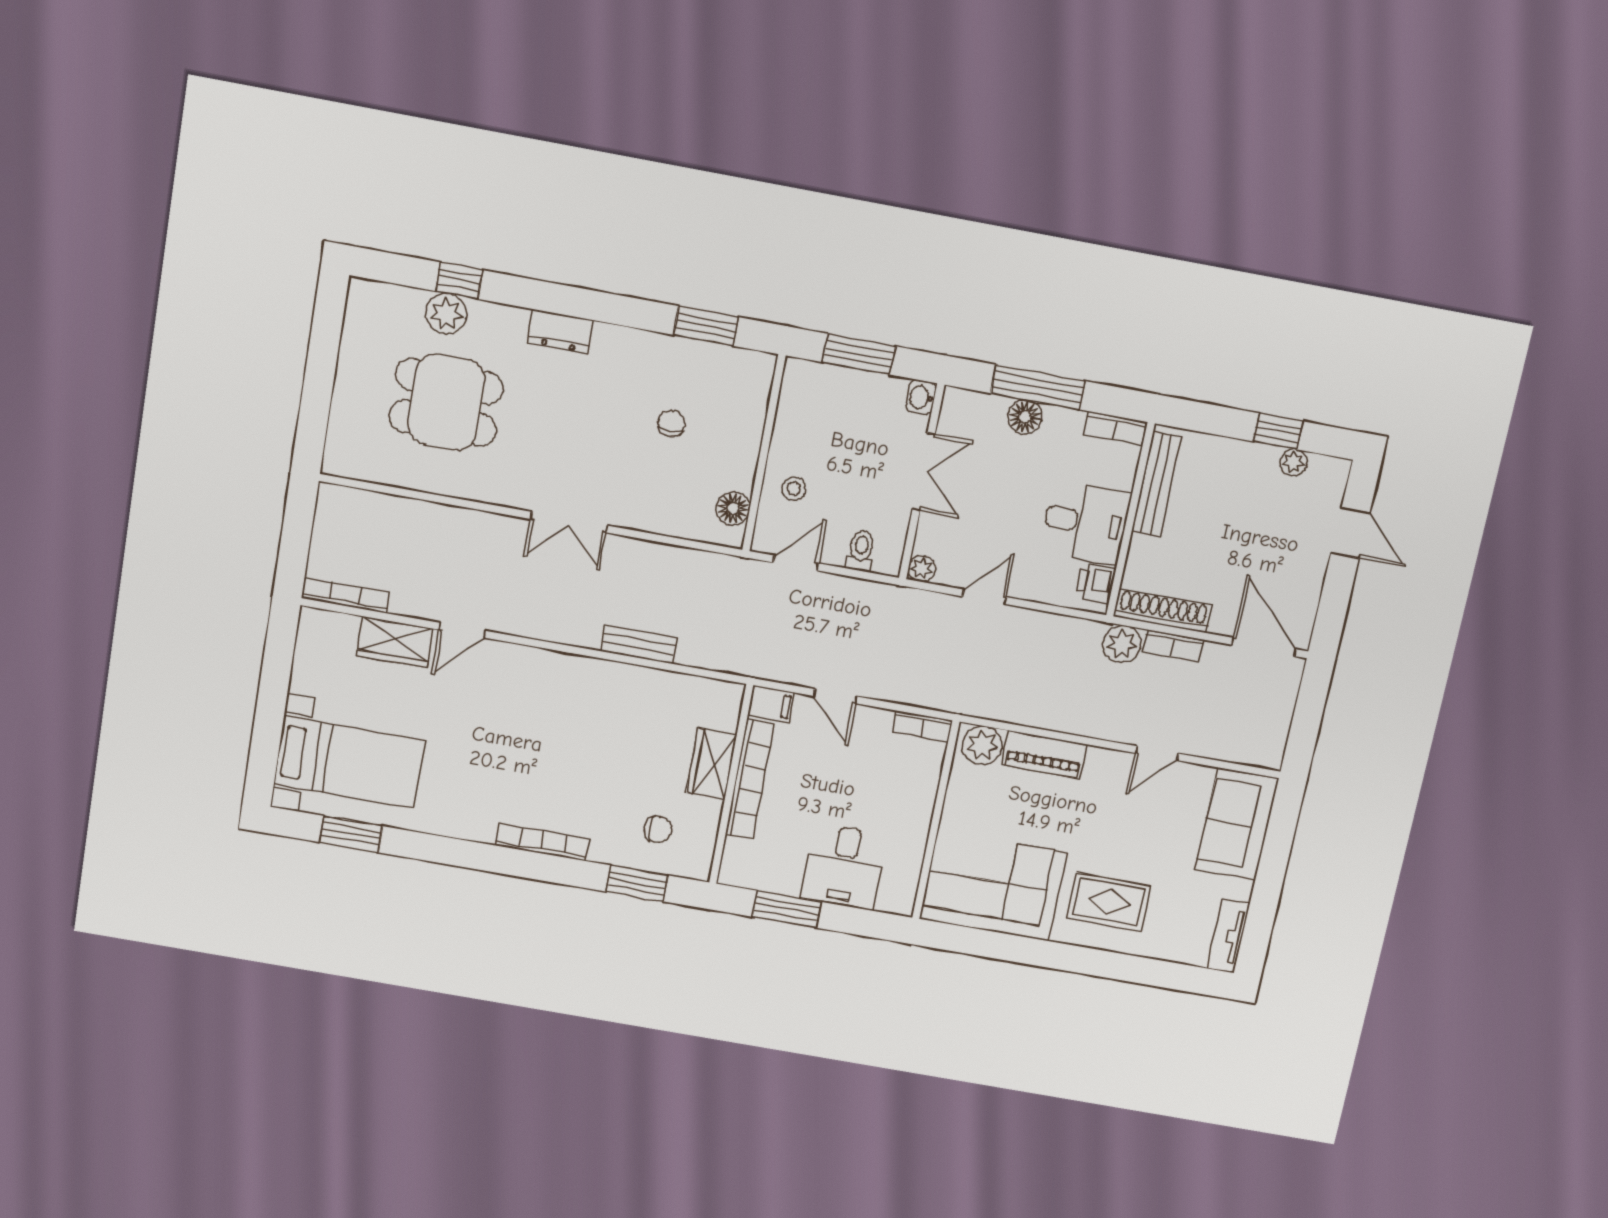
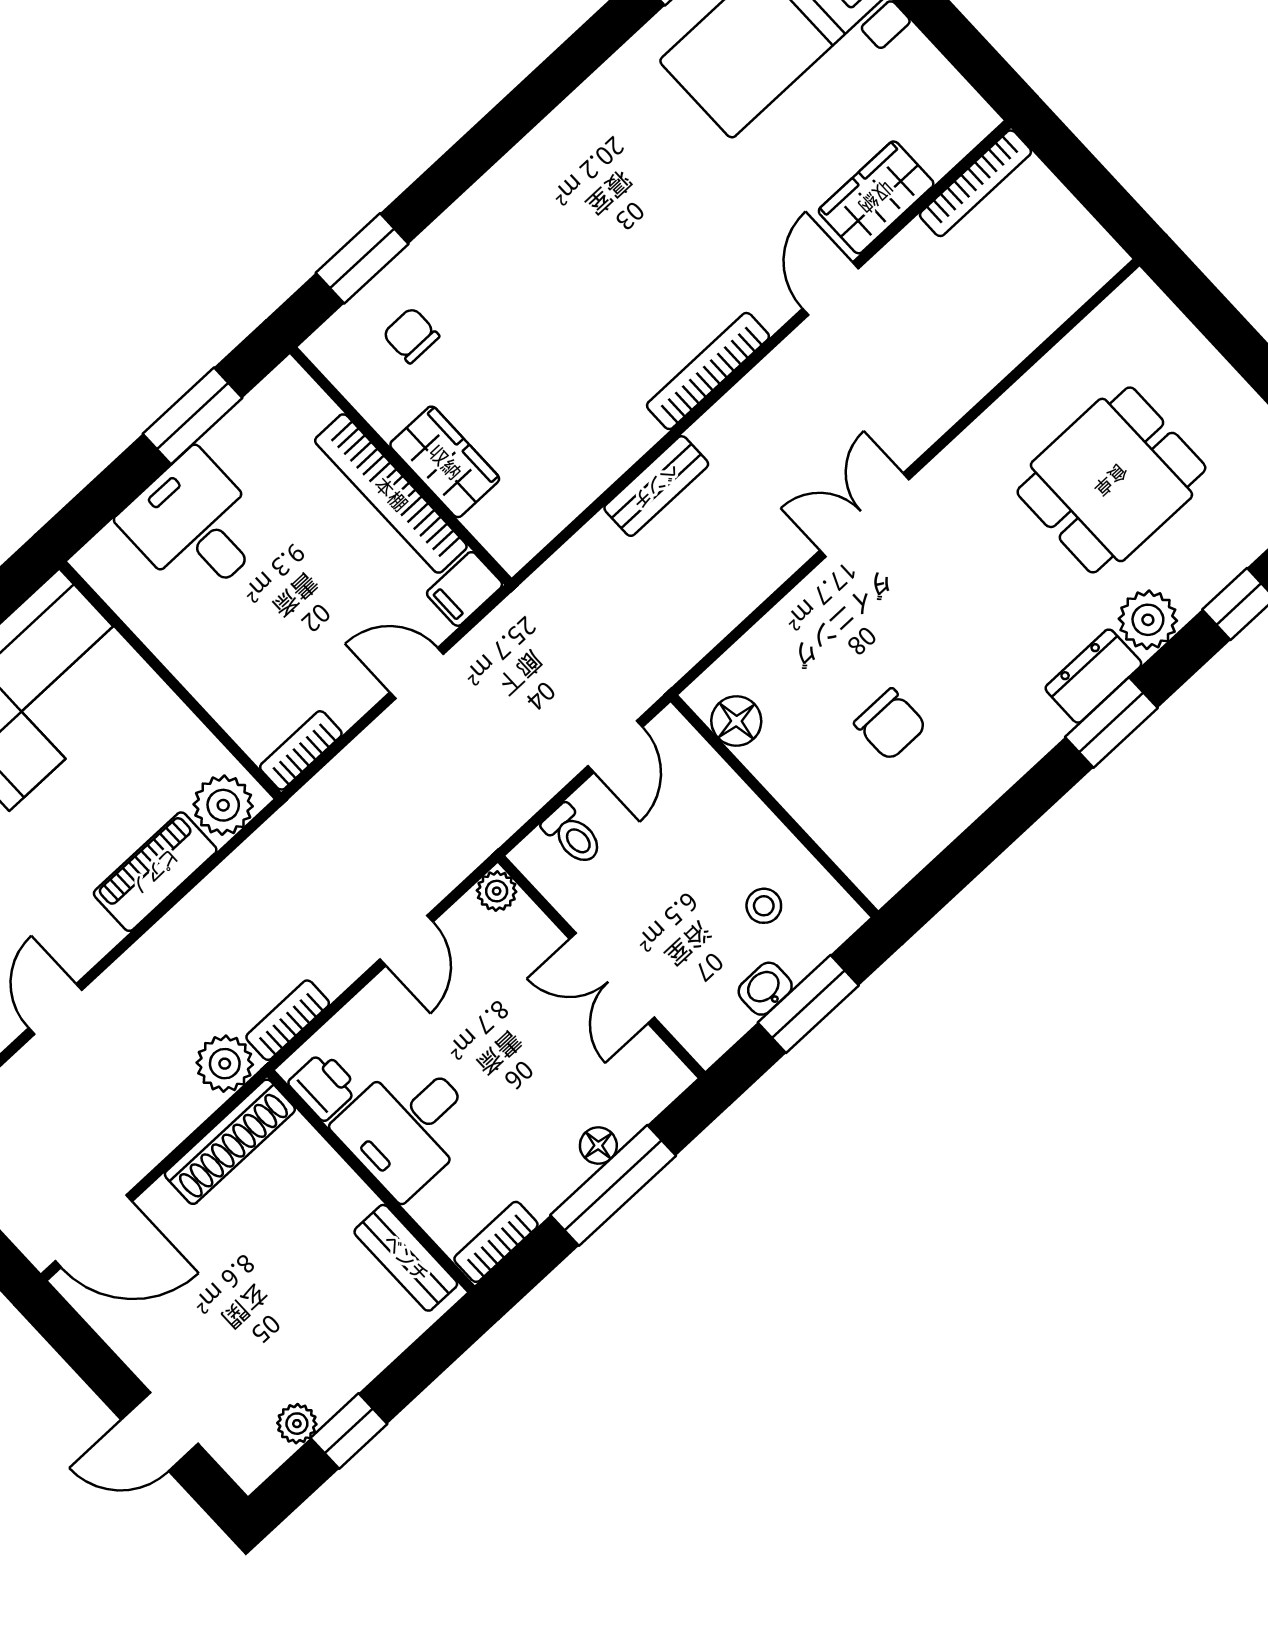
plant: (446, 314) -> (1148, 620), moved
window: (706, 326) -> (1111, 722), moved
washbasin: (921, 397) -> (765, 989), moved, turned -90
floor lamp: (1025, 417) -> (598, 1146), width x0.73, depth x0.73
chair: (672, 423) -> (890, 724), width x1.37, depth x1.37
bench: (1156, 484) -> (406, 1258), width x0.73
stool: (794, 489) -> (764, 906), moved
bookcase: (1173, 646) -> (288, 1020), moved
chair: (658, 829) -> (411, 335), turned 90
bookcase: (542, 842) -> (708, 371), moved, turned 180

